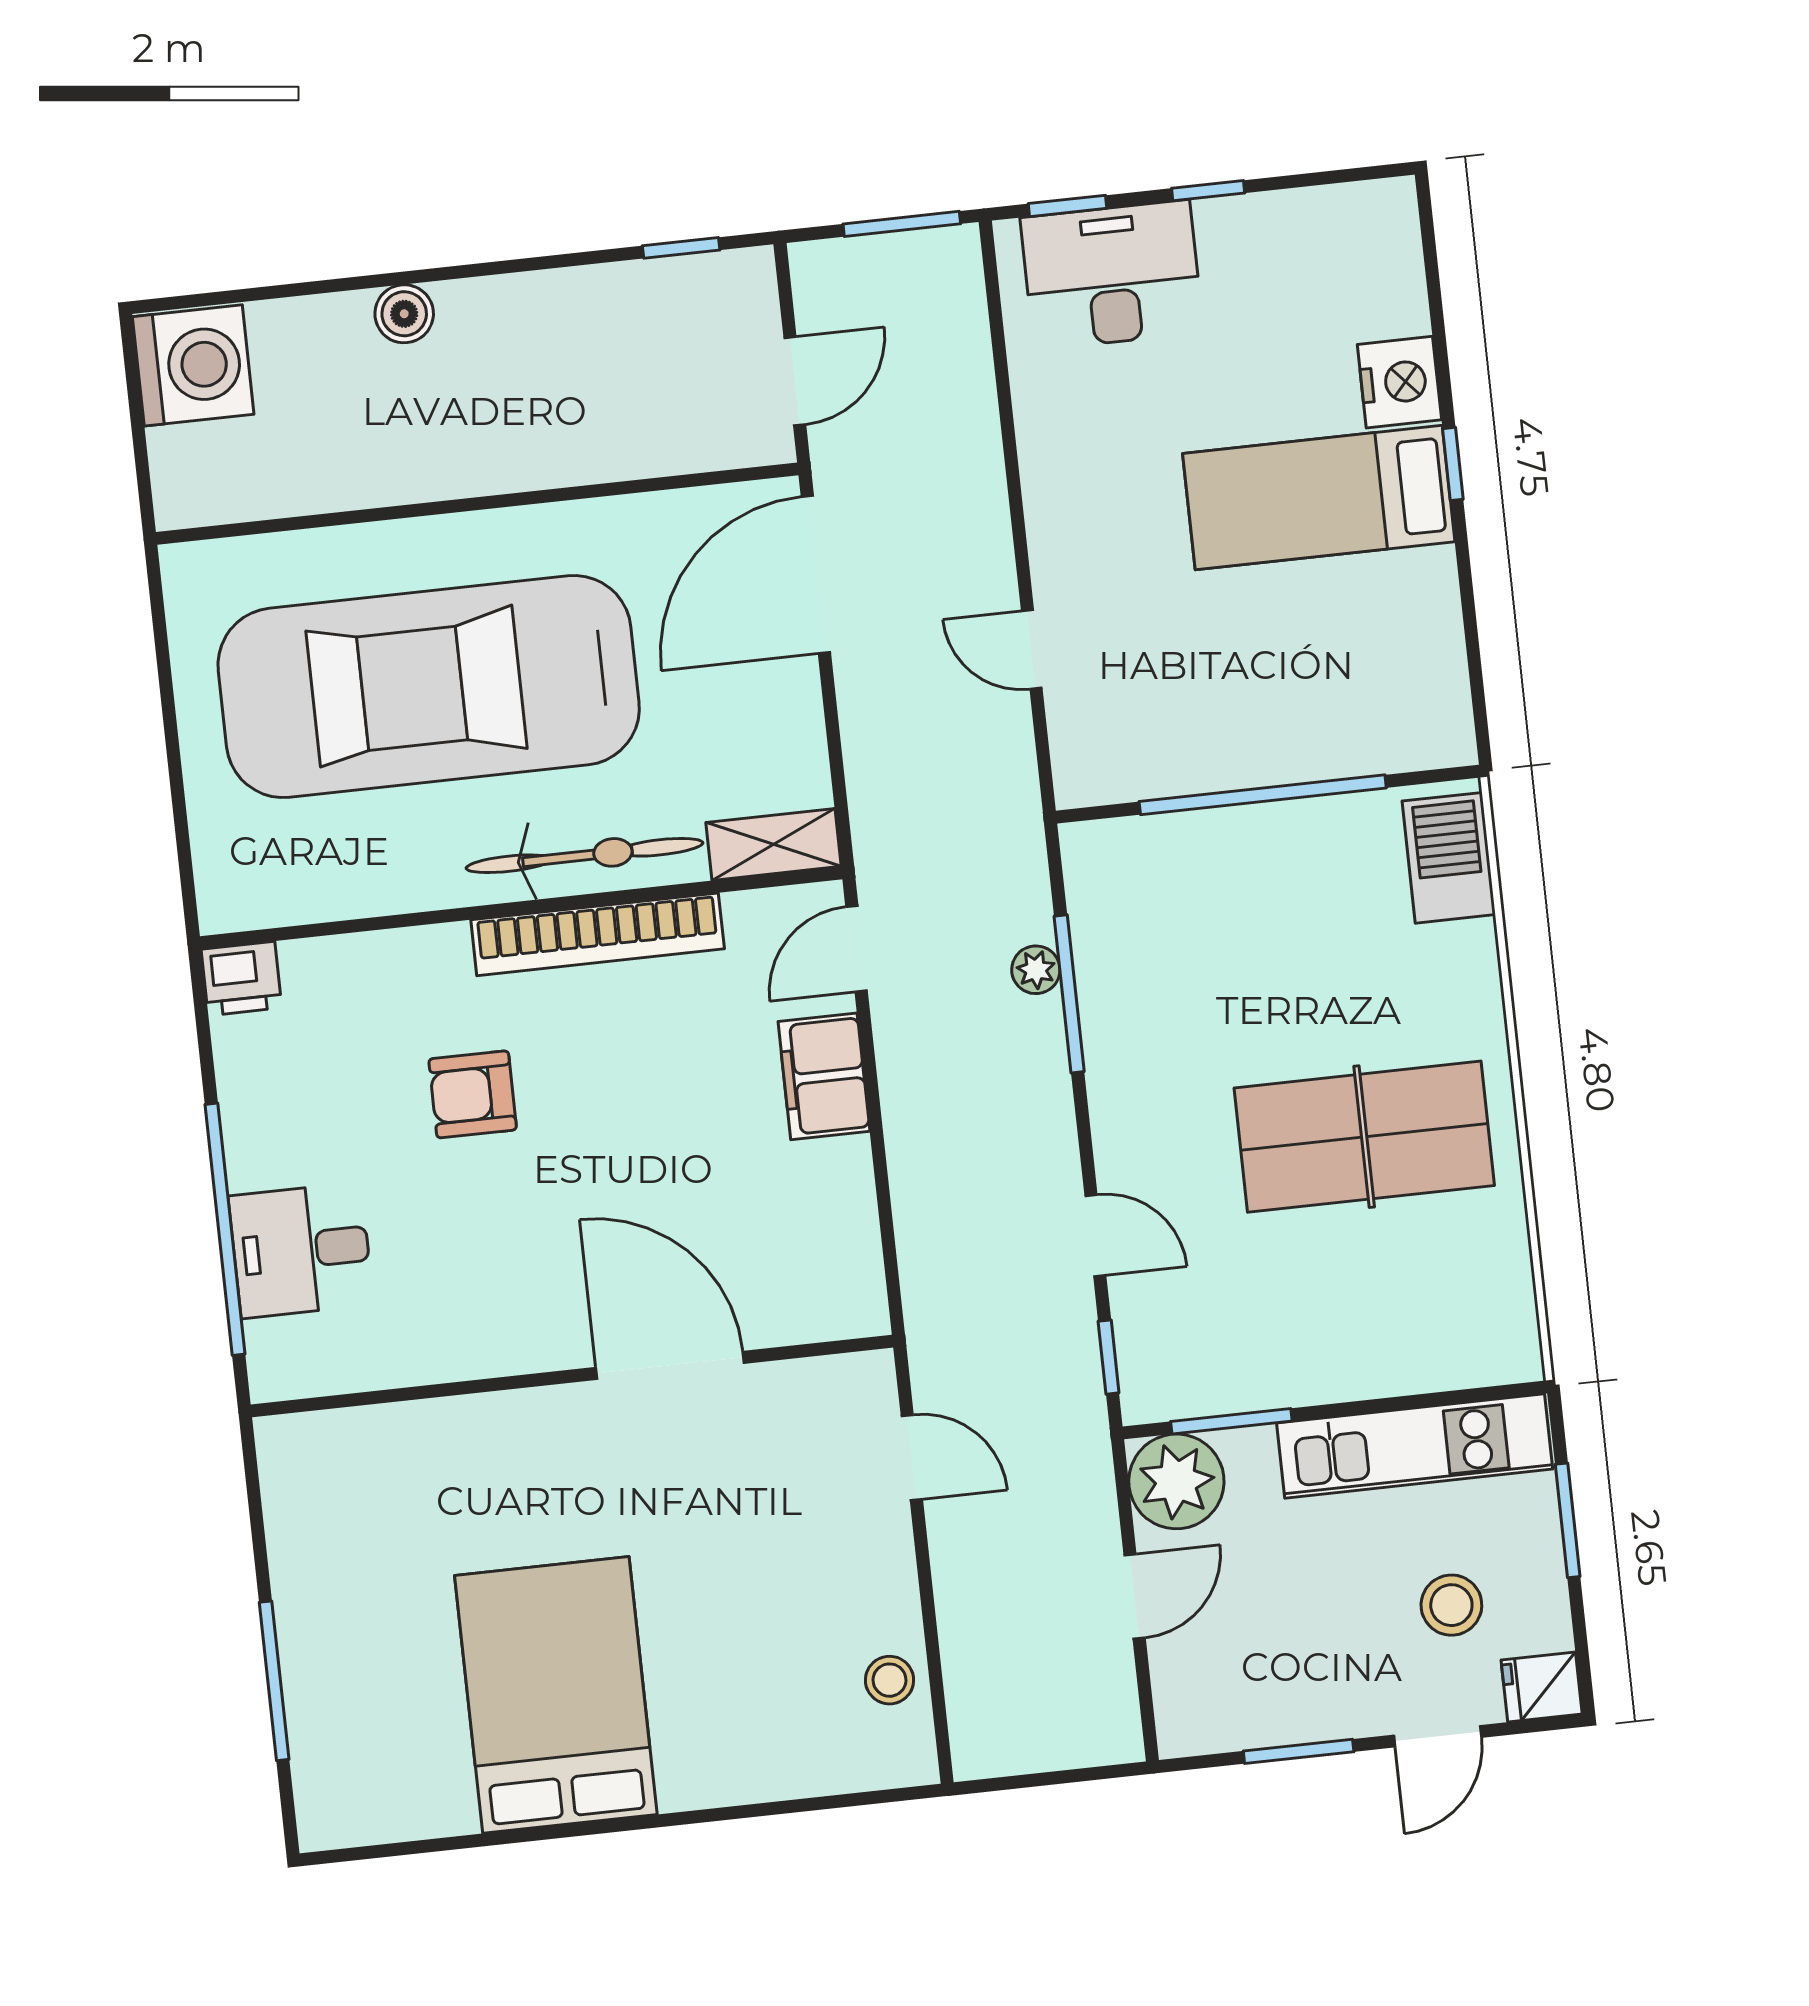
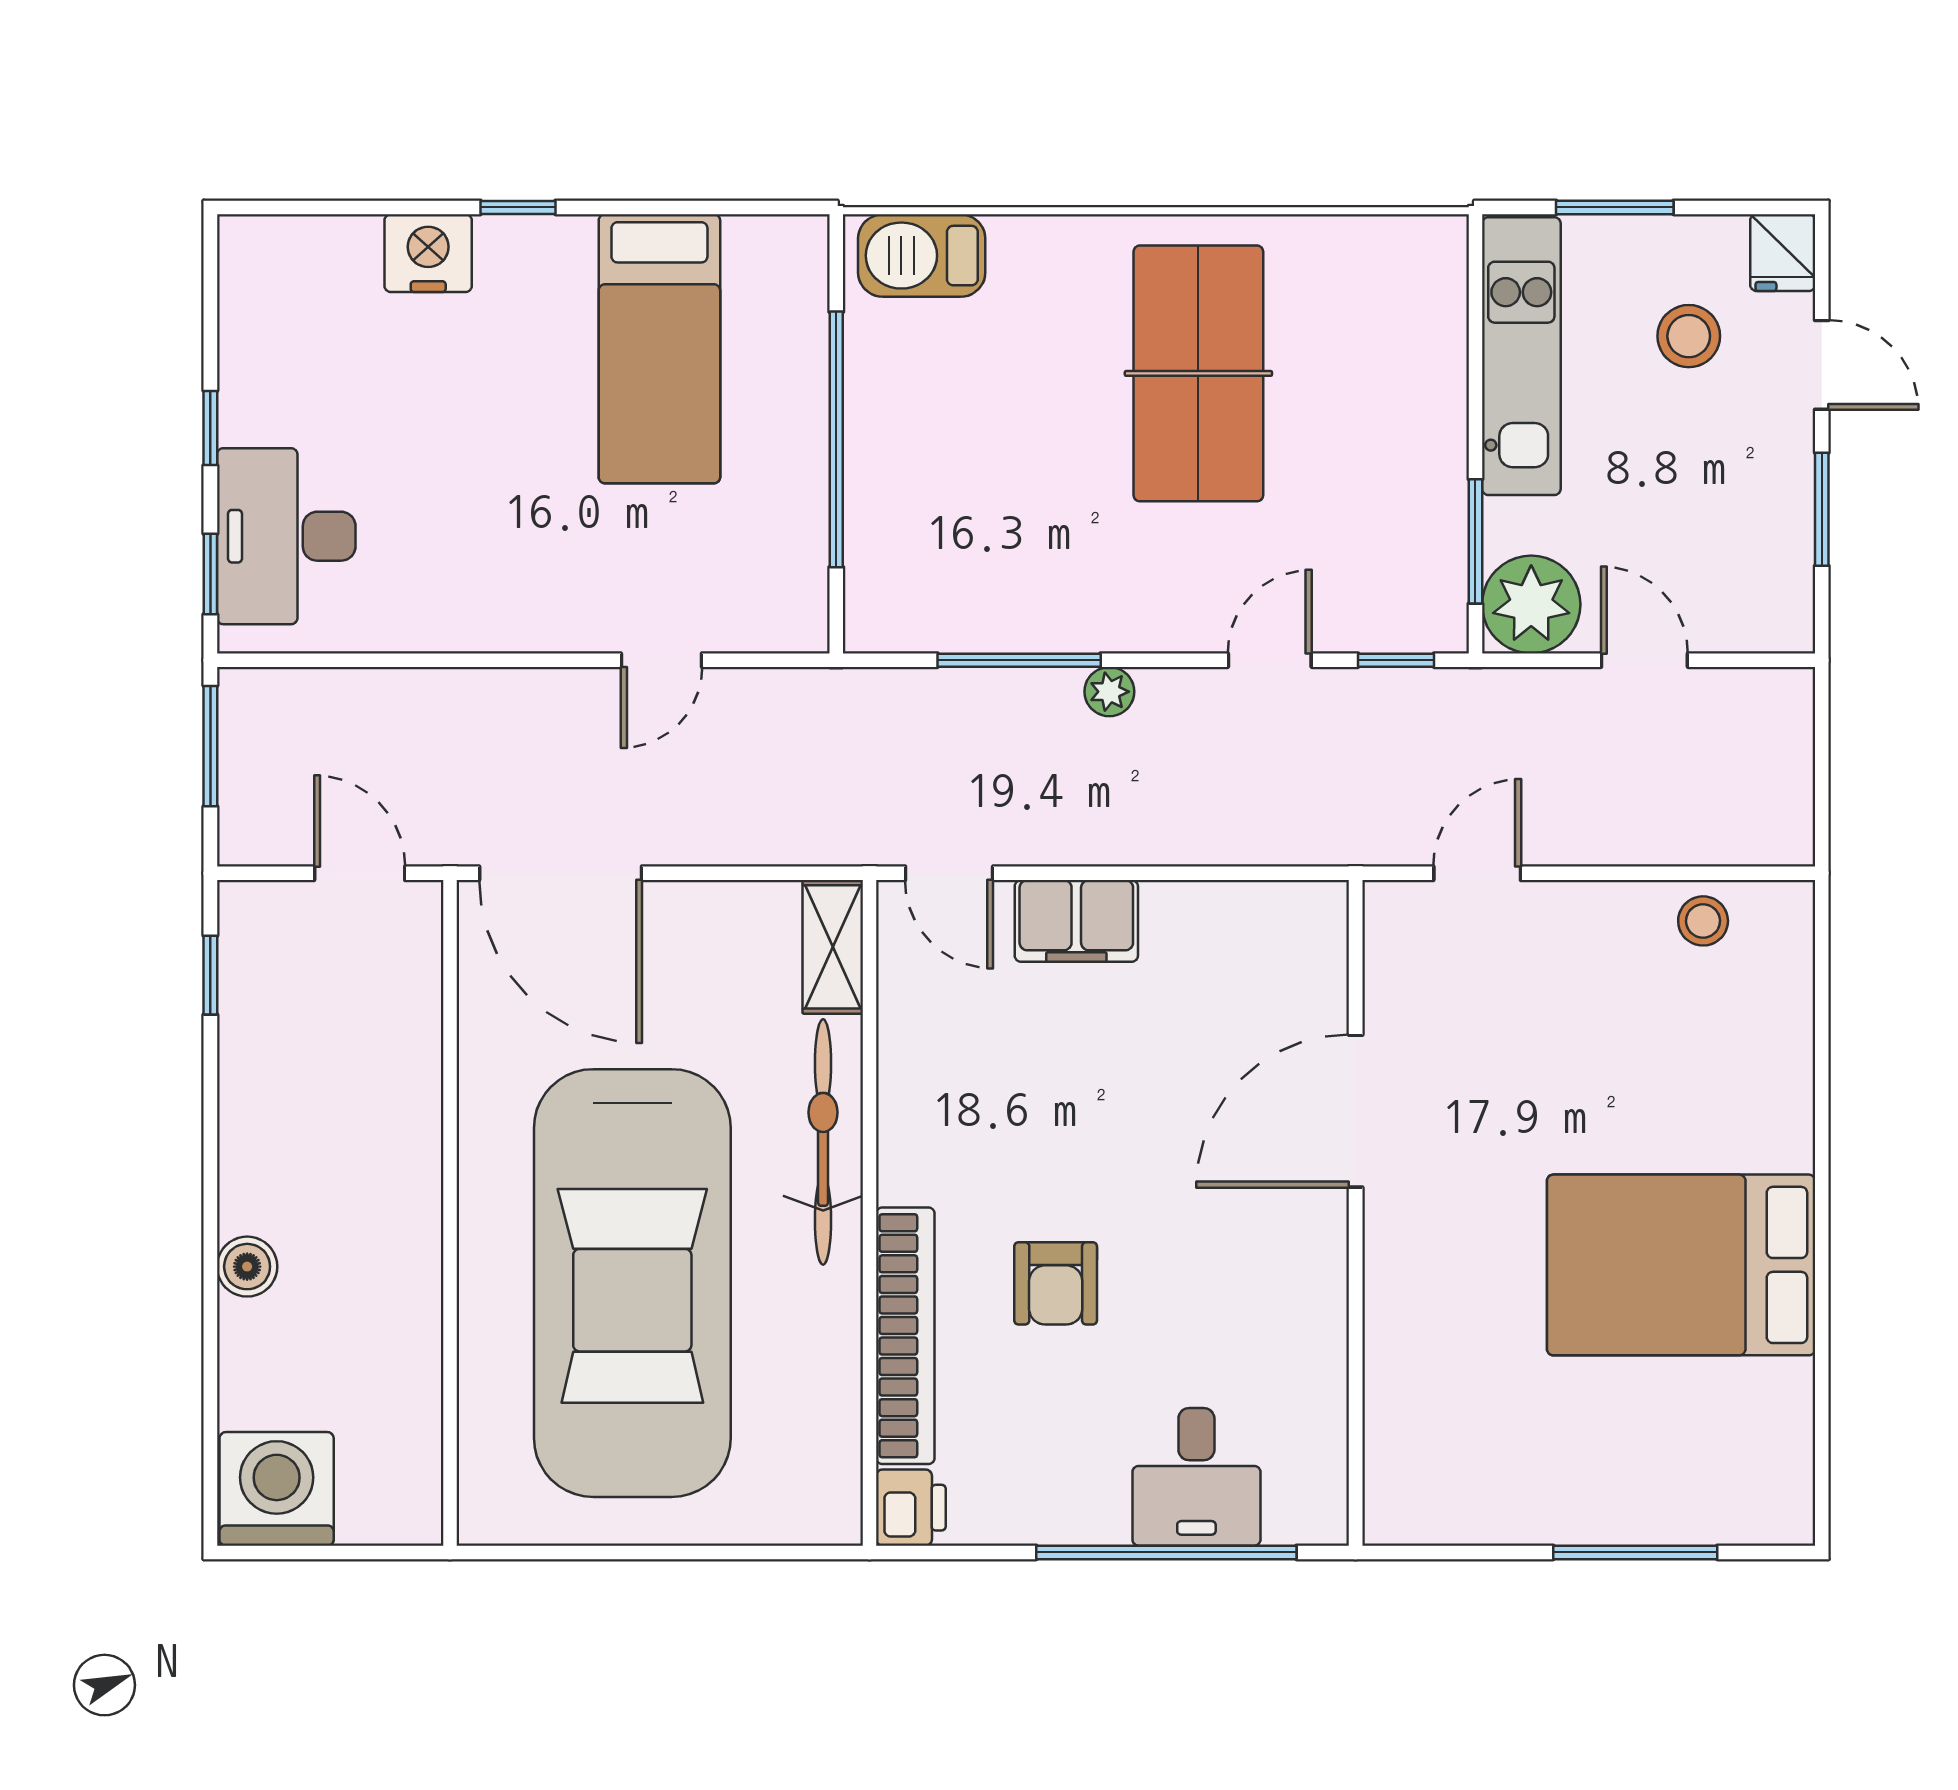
bed: (1319, 498) -> (659, 349), moved
bookcase: (598, 934) -> (905, 1336), moved
plant: (1036, 970) -> (1109, 692), moved

